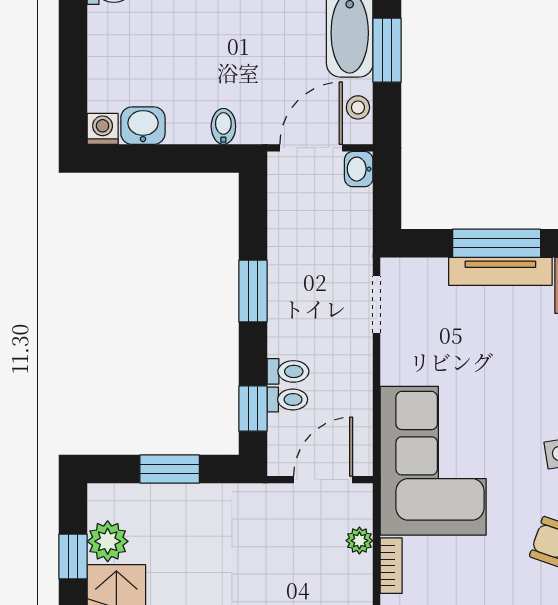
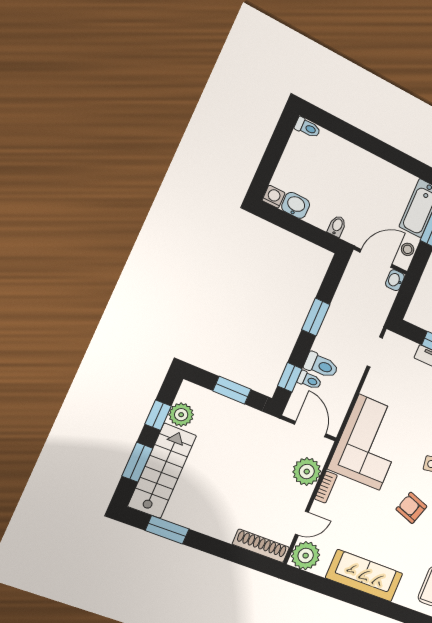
toilet: (288, 371) -> (321, 365), width x1.37, depth x1.39
door: (323, 480) -> (310, 429), hinge flipped
plant: (359, 541) -> (307, 472), width x1.88, depth x1.88

